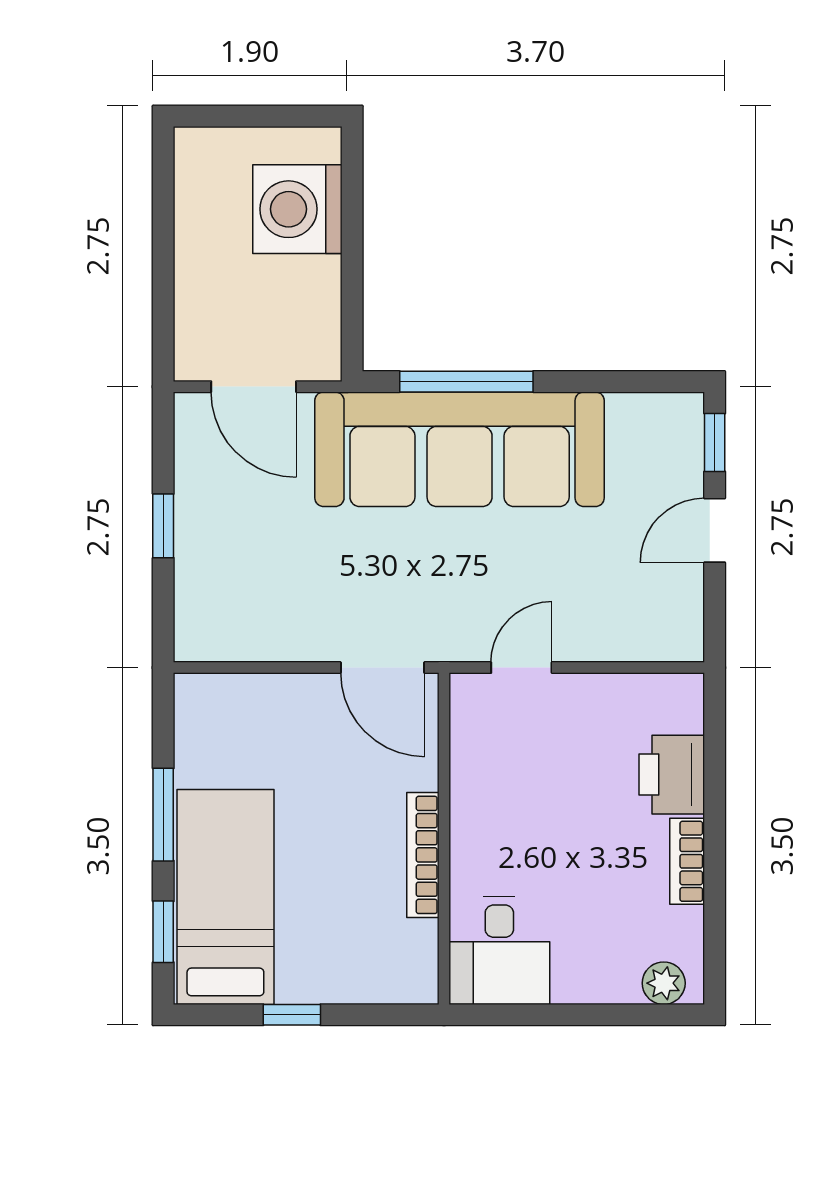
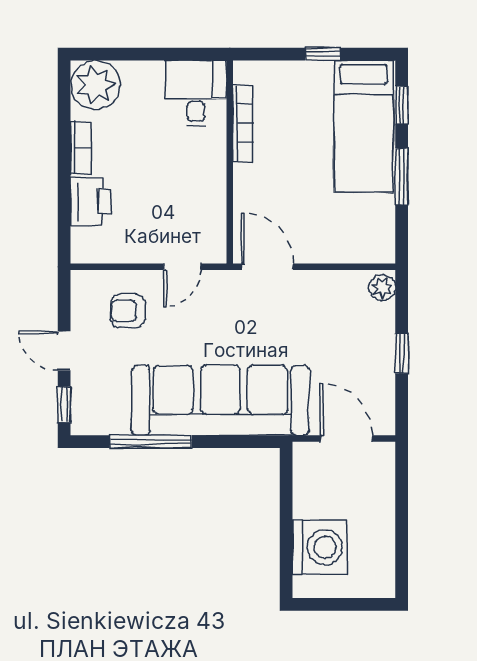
window: (466, 382) -> (151, 442), moved
door: (715, 530) -> (64, 351), swing flipped
armchair: (611, 595) -> (128, 311), added
plant: (195, 633) -> (382, 288), added
bookcase: (423, 855) -> (243, 124), moved
plant: (664, 983) -> (95, 85), width x1.88, depth x1.88

